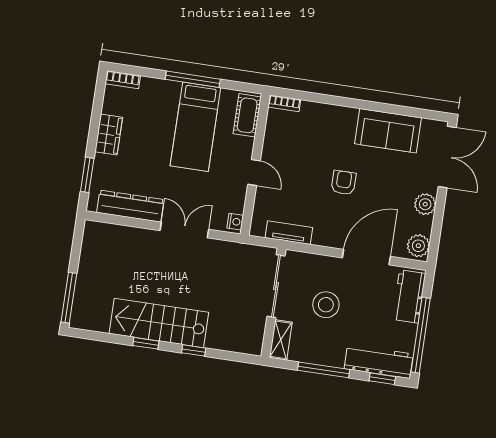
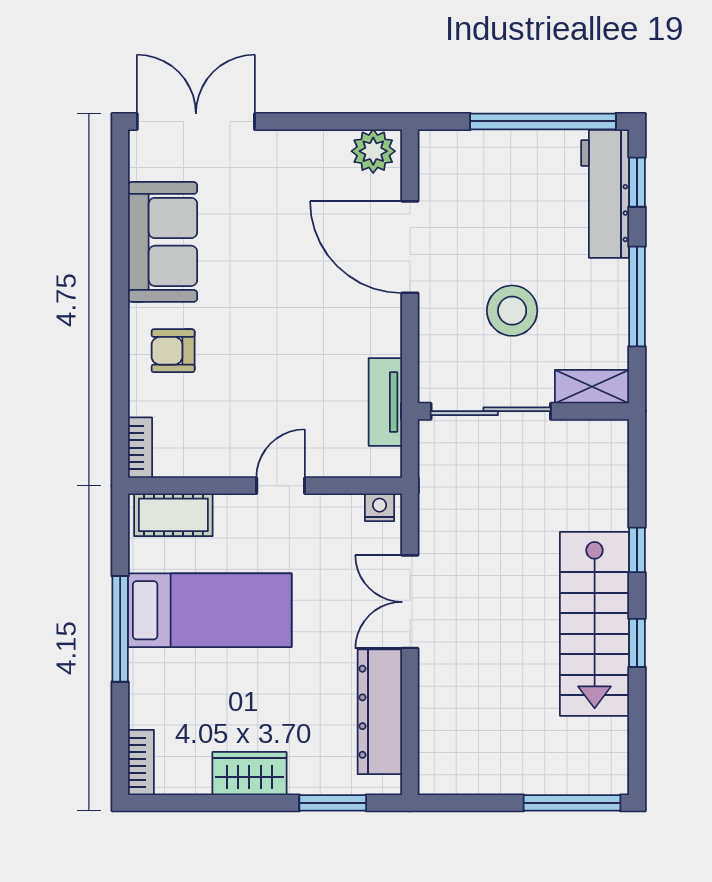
armchair: (344, 183) -> (173, 351), moved
plant: (425, 204) -> (292, 150), removed
workbench: (409, 296) -> (473, 155), removed

